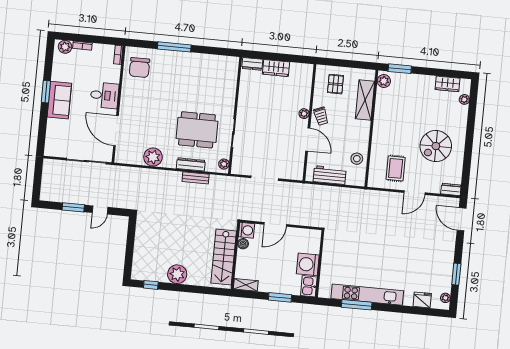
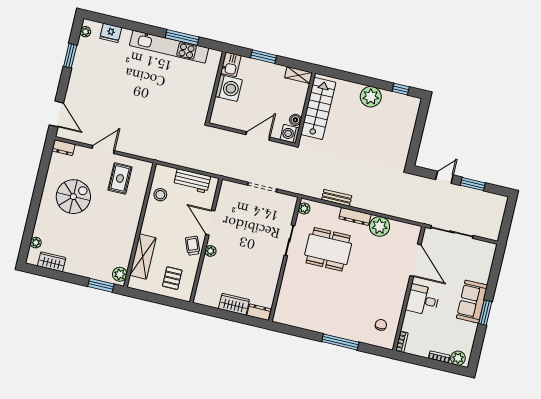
chair: (139, 68) -> (381, 325), width x0.54, depth x0.54
dresser: (191, 164) -> (355, 217), moved

